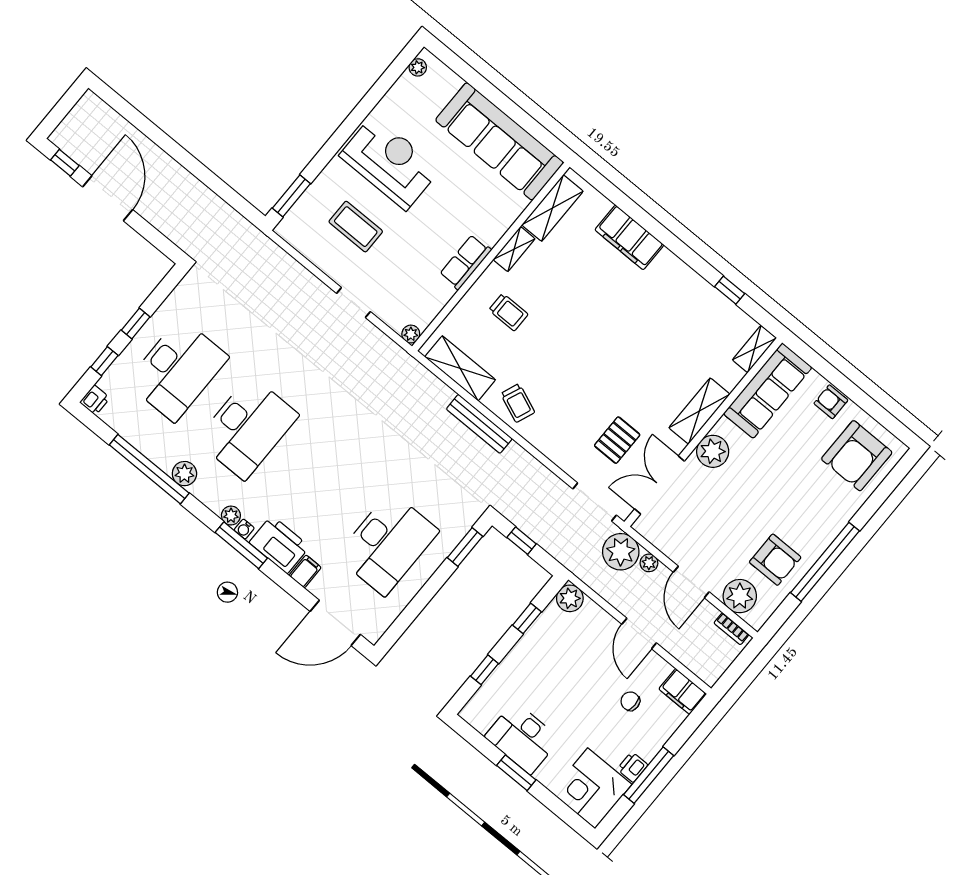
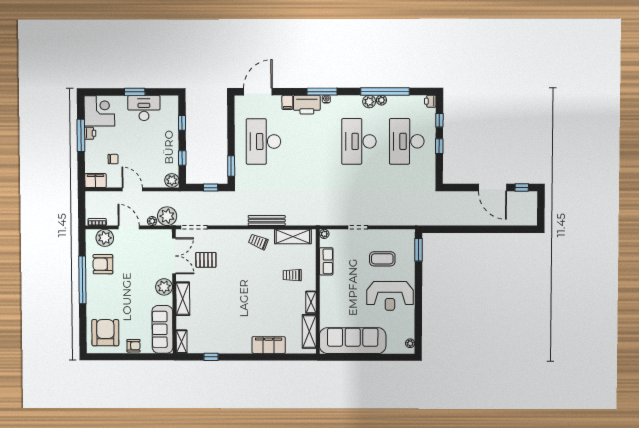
row of seats: (465, 262) -> (326, 261), moved
pallet: (617, 440) -> (206, 260), turned 90
plant: (231, 516) -> (381, 100), moved

